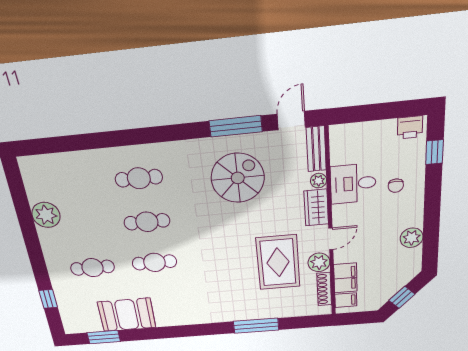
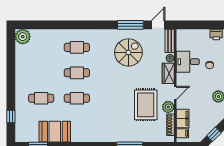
plant: (46, 215) -> (23, 37), moved

